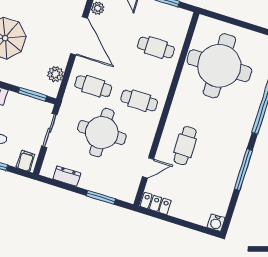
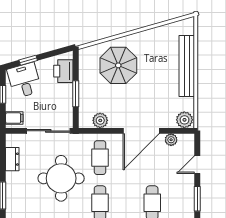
window: (32, 94) -> (76, 94), moved
sliding door: (49, 130) -> (48, 131), width x1.37

